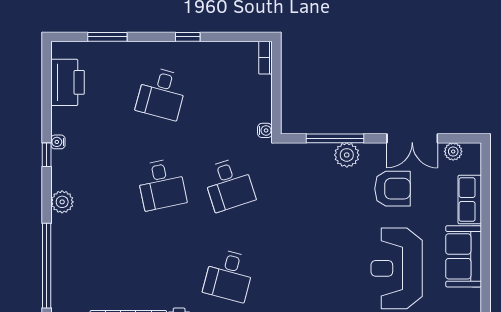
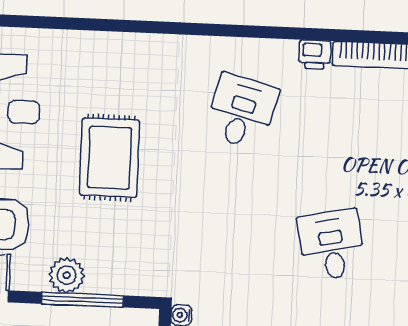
desk: (229, 184) -> (236, 241), removed
rug: (320, 239) -> (110, 158), added

